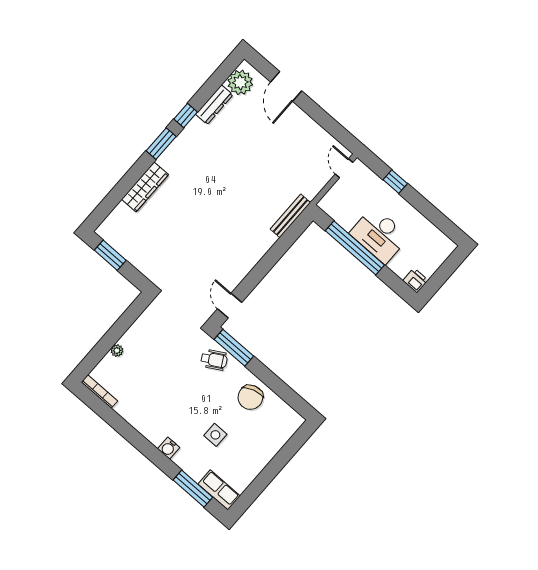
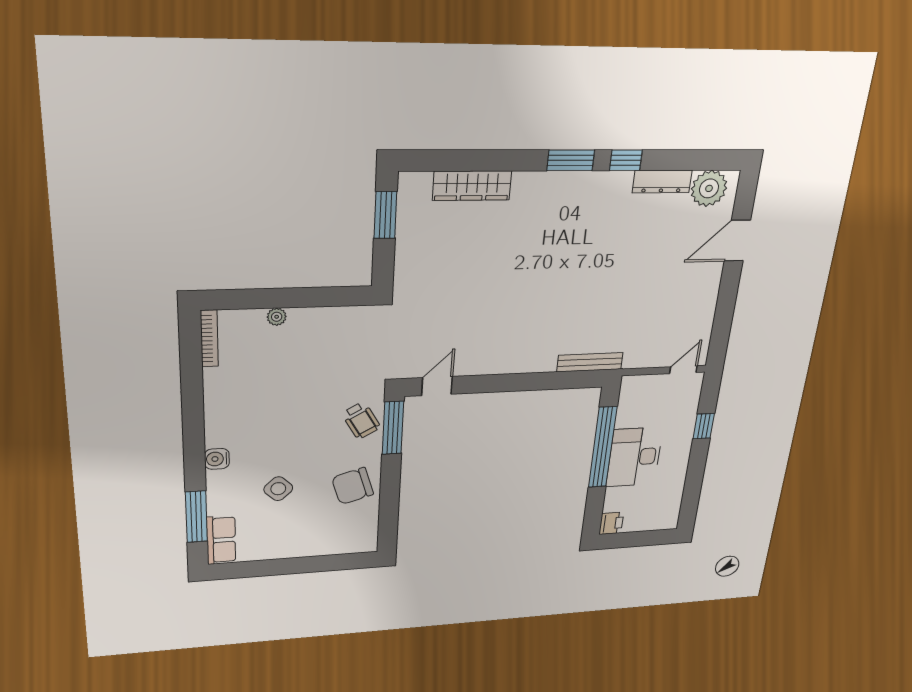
wardrobe: (145, 187) -> (472, 186), moved
side table: (215, 435) -> (278, 489), turned 45

